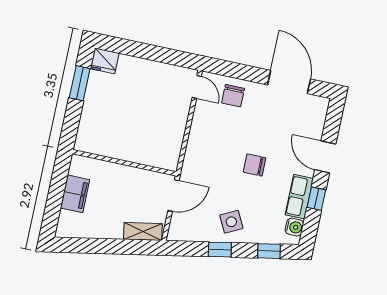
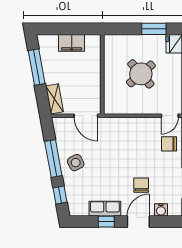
round table: (135, 113) -> (141, 74), added
chair: (255, 165) -> (141, 185), moved
water cooler: (294, 227) -> (161, 210), moved
window: (97, 246) -> (37, 67), added
window: (220, 250) -> (53, 159), width x2.17

